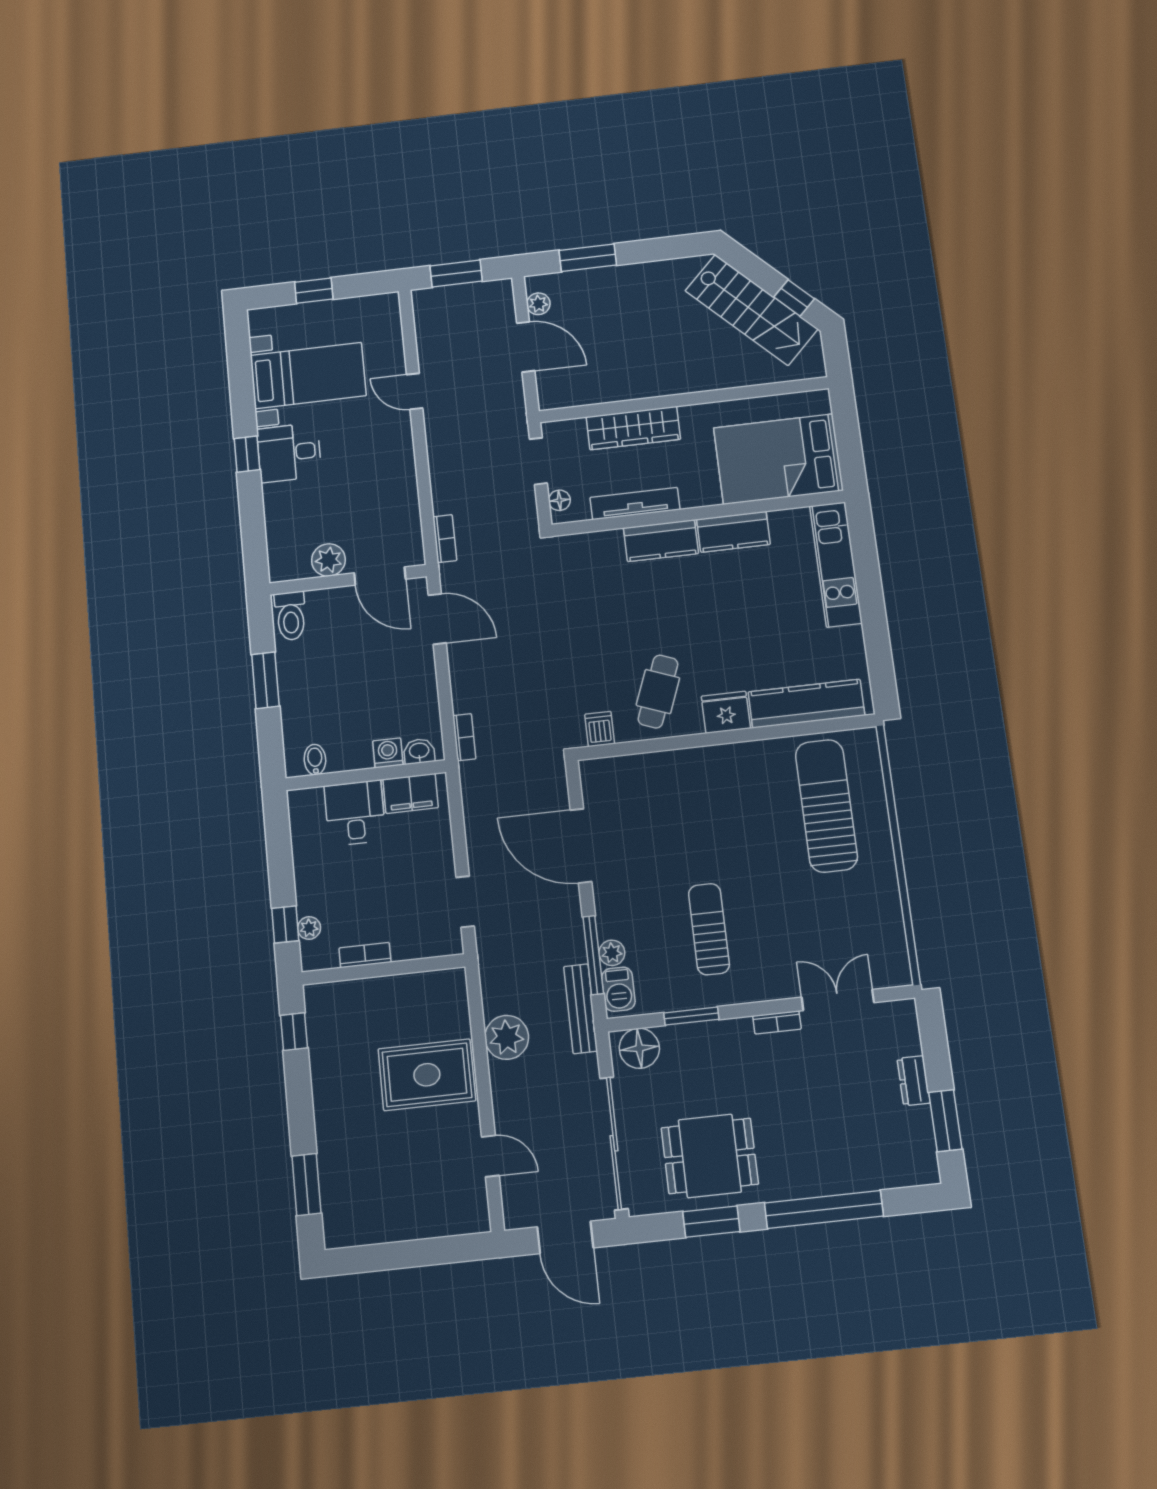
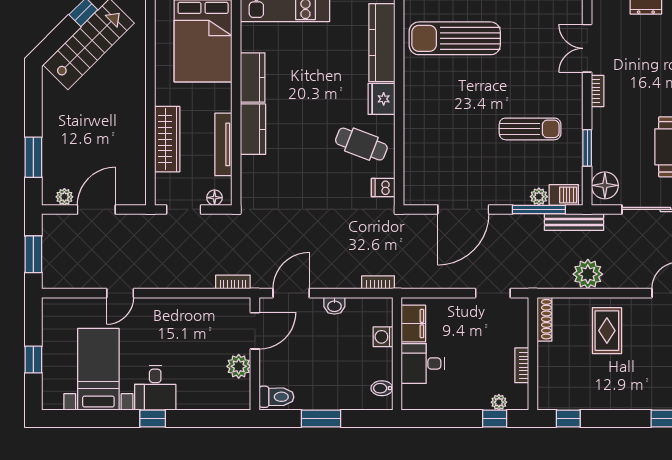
washbasin: (419, 751) -> (334, 306), moved, turned -90
sun lounger: (709, 929) -> (530, 129), turned 180
shoe rack: (435, 981) -> (544, 319), added
rug: (427, 1075) -> (607, 331), width x0.73, depth x0.70

